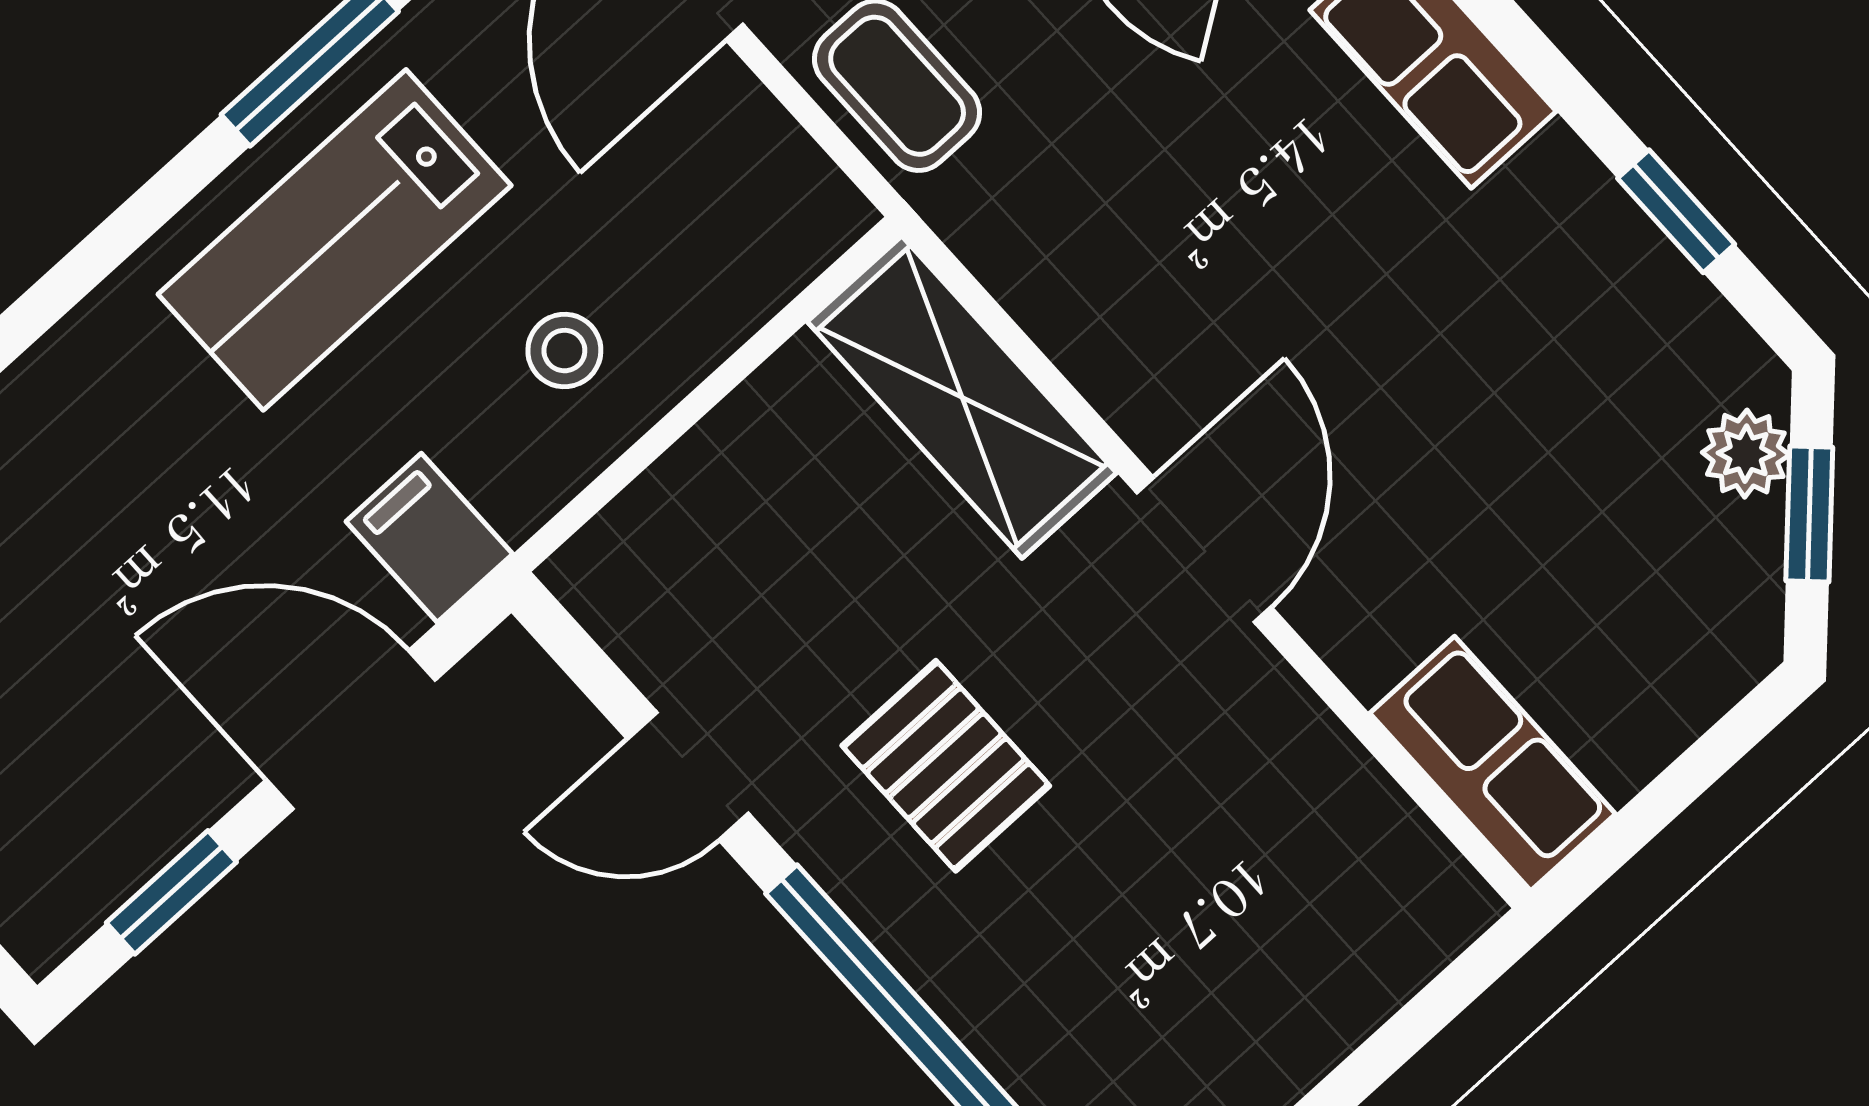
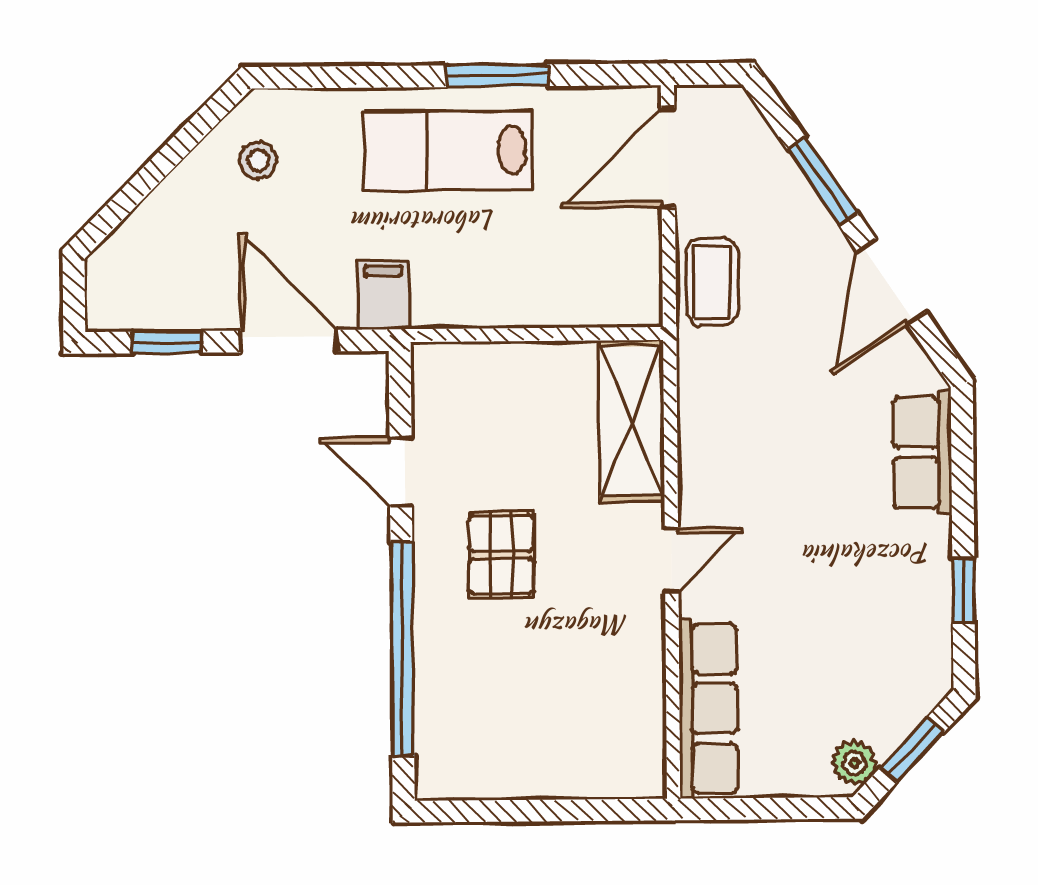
stool: (564, 351) -> (258, 161), moved
plant: (1746, 454) -> (854, 763), moved
door: (1204, 550) -> (672, 560), width x0.73
row of seats: (1493, 764) -> (708, 709), width x1.48

